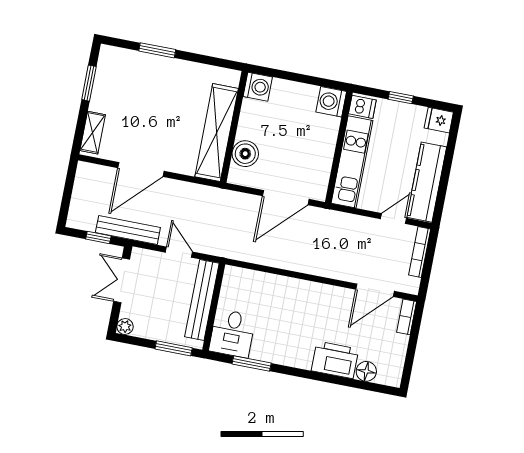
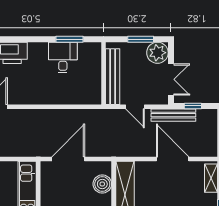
door: (141, 169) -> (173, 159), hinge flipped
plant: (125, 326) -> (157, 53), width x1.88, depth x1.88
desk: (232, 333) -> (63, 58), moved
window: (174, 348) -> (141, 39), moved

